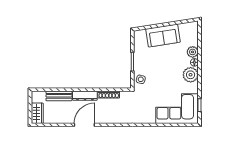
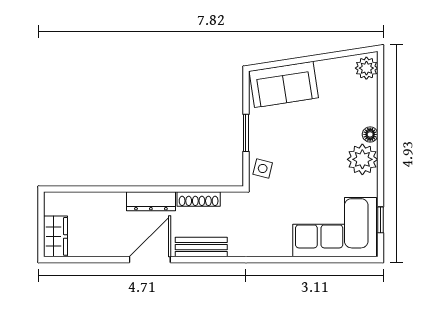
sofa: (163, 36) -> (284, 84), moved
plant: (193, 52) -> (366, 68), moved
bench: (59, 96) -> (201, 247), moved

